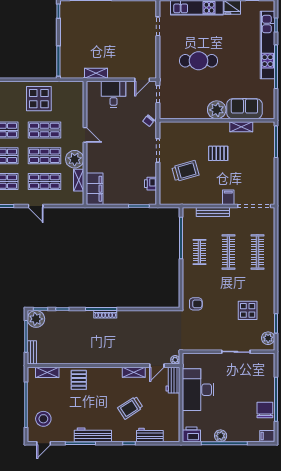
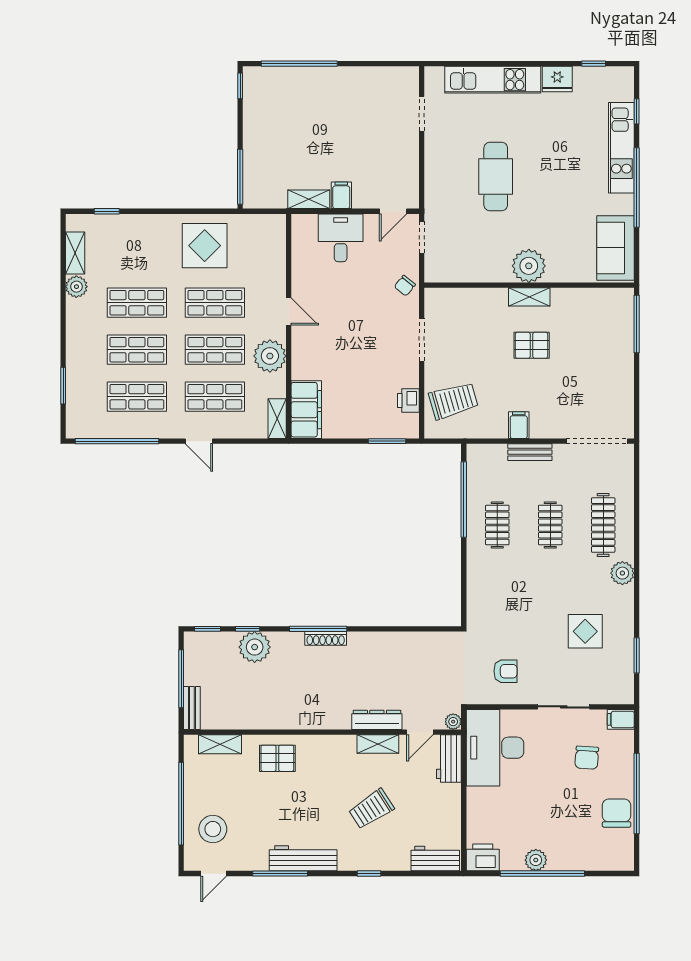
kitchen unit: (267, 45) -> (621, 148), width x0.73
cafe table: (199, 61) -> (496, 177), turned 90
filing cabinet: (114, 71) -> (341, 195), added
sofa: (244, 109) -> (616, 248), moved, turned -90
shelving: (241, 127) -> (529, 297), moved
trolley: (185, 171) -> (453, 401), moved
shelving: (79, 180) -> (277, 419), moved
filing cabinet: (228, 197) -> (519, 425), moved
bench: (213, 212) -> (530, 452), width x0.73
clothes rail: (228, 252) -> (550, 525), width x0.73
armchair: (196, 304) -> (506, 671), moved
plant: (36, 319) -> (255, 647), moved
plant: (268, 338) -> (622, 573), moved
dresser: (133, 359) -> (377, 720), added
pallet: (79, 380) -> (277, 758), turned 90
chair: (248, 380) -> (587, 758), added
desk: (198, 390) -> (495, 748), moved
workbench: (150, 435) -> (435, 859), moved
filing cabinet: (267, 436) -> (621, 719), moved

